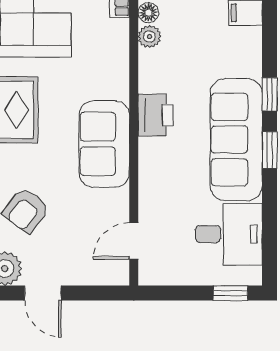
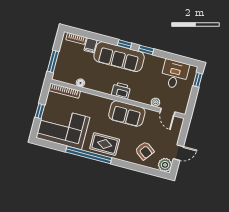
plant: (150, 37) -> (155, 102), moved
sofa: (236, 140) -> (119, 57), moved

